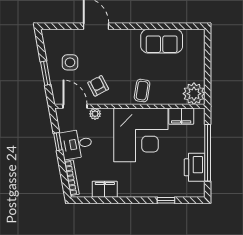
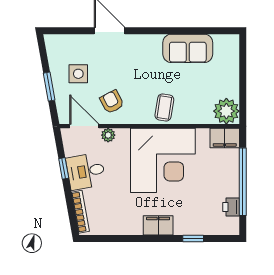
filing cabinet: (181, 116) -> (225, 138), moved
printer: (195, 167) -> (231, 207), width x0.53, depth x0.68
filing cabinet: (105, 189) -> (158, 225), moved

